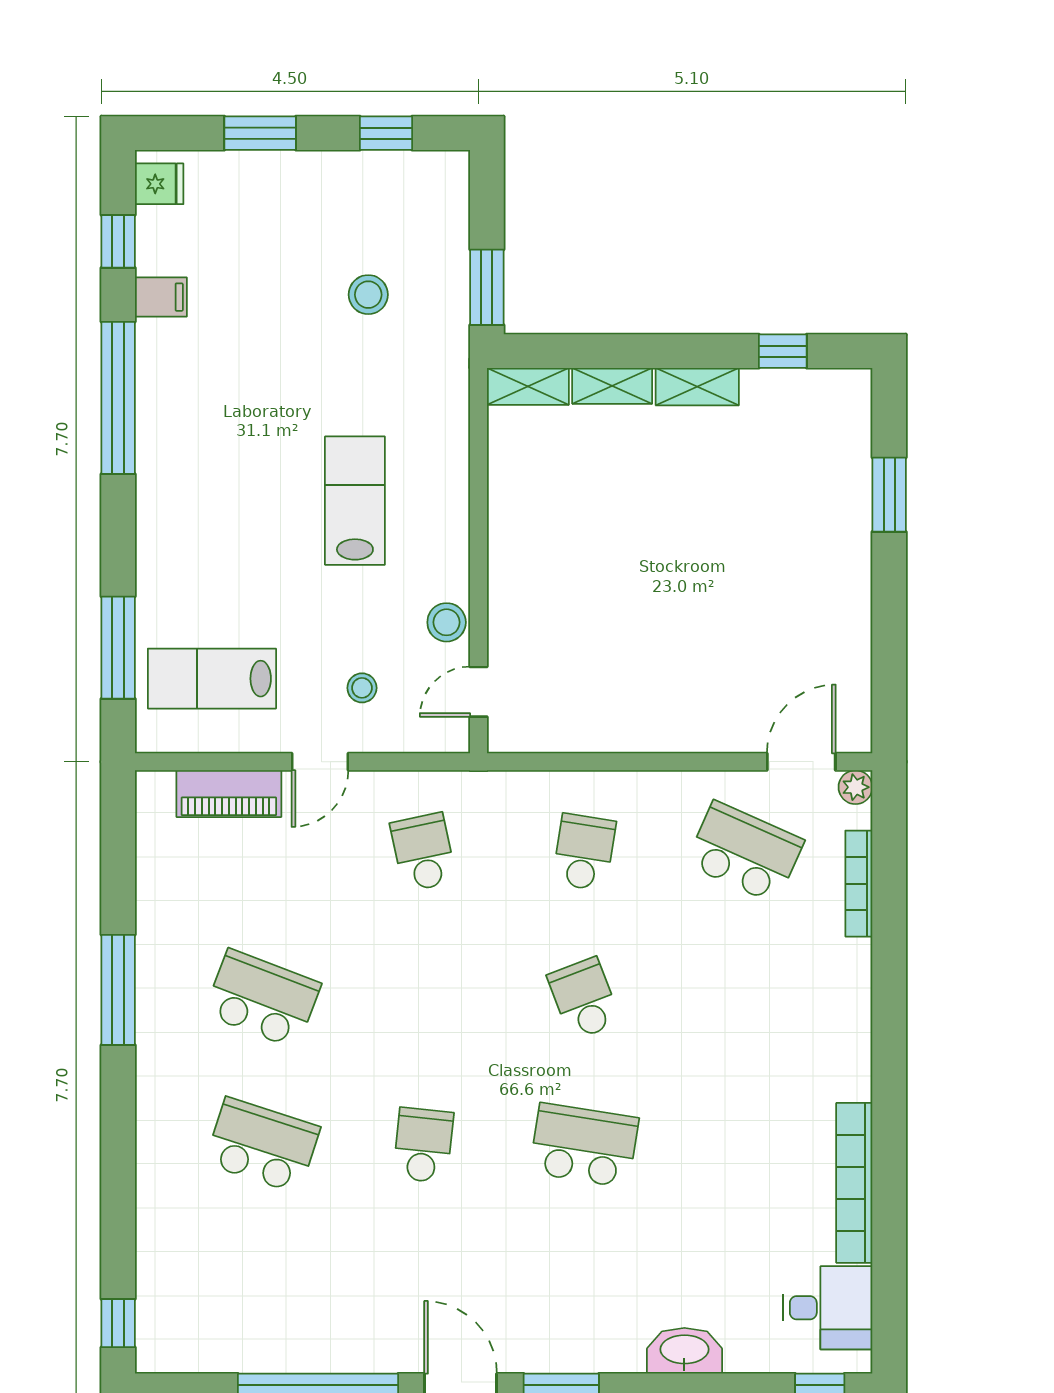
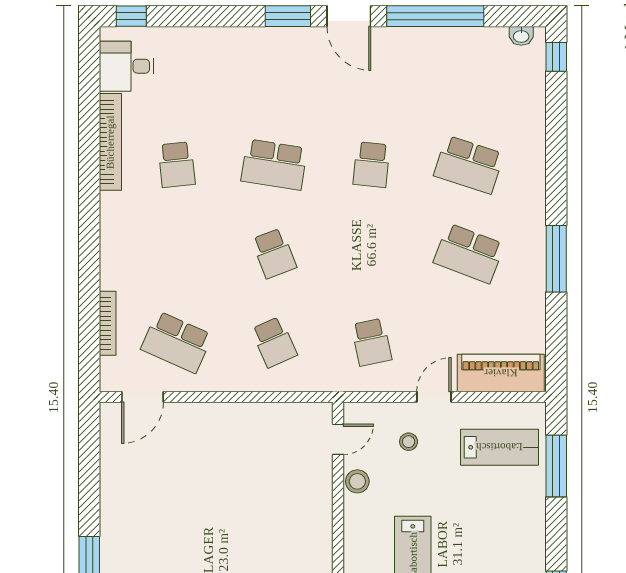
plant: (855, 787) -> (110, 382), removed
piano: (229, 794) -> (501, 373), width x1.37, depth x1.33
school desk: (584, 852) -> (274, 342), turned -33
school desk: (745, 1145) -> (177, 165), added
washbasin: (684, 1351) -> (521, 36), moved, width x0.52, depth x0.69

